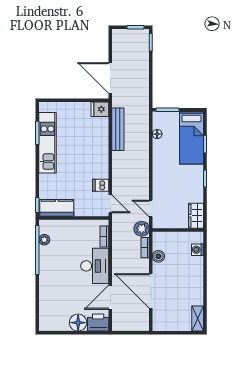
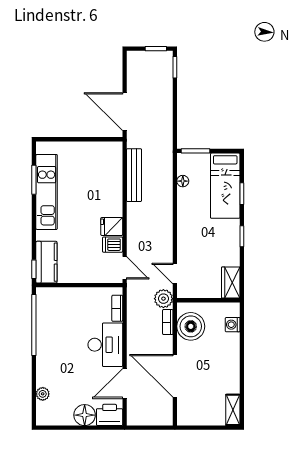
fridge: (100, 109) -> (112, 226), moved
kitchen counter: (57, 208) -> (46, 262), moved, turned 90
plant: (44, 240) -> (43, 394), moved
boiler: (158, 256) -> (191, 326), width x1.86, depth x1.86

